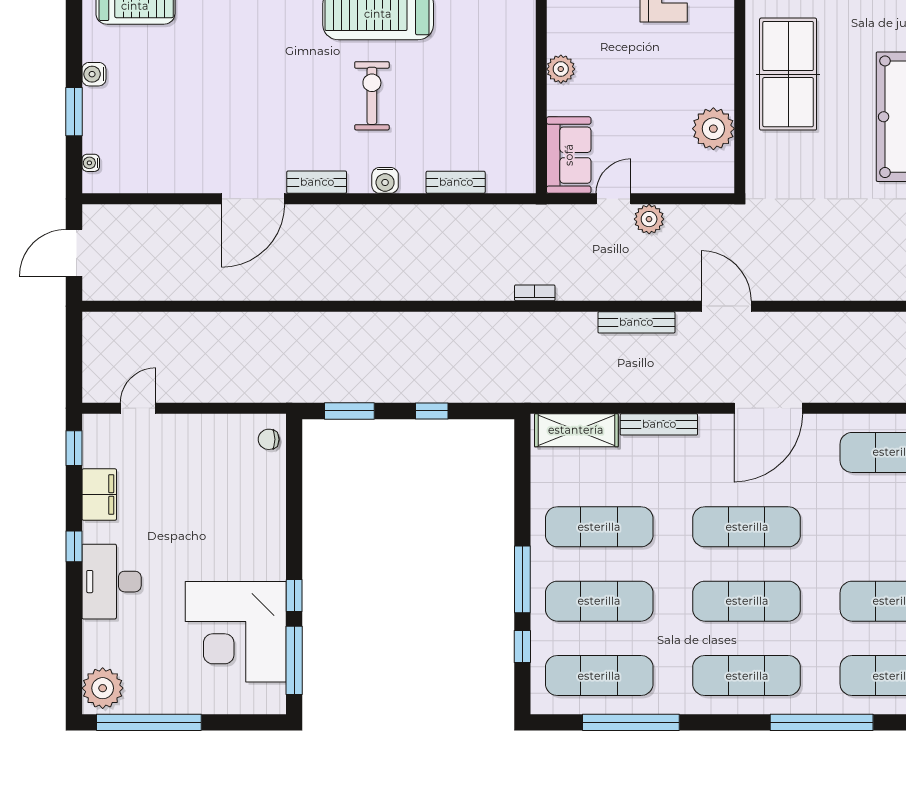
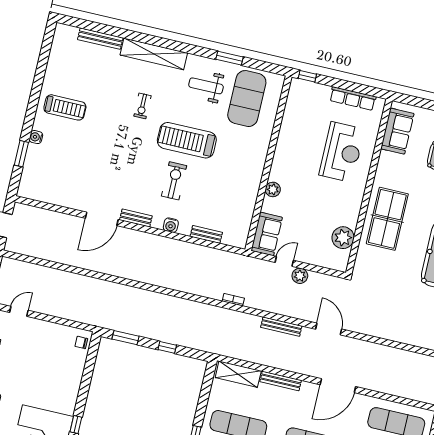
water cooler: (91, 163) -> (24, 182), removed

